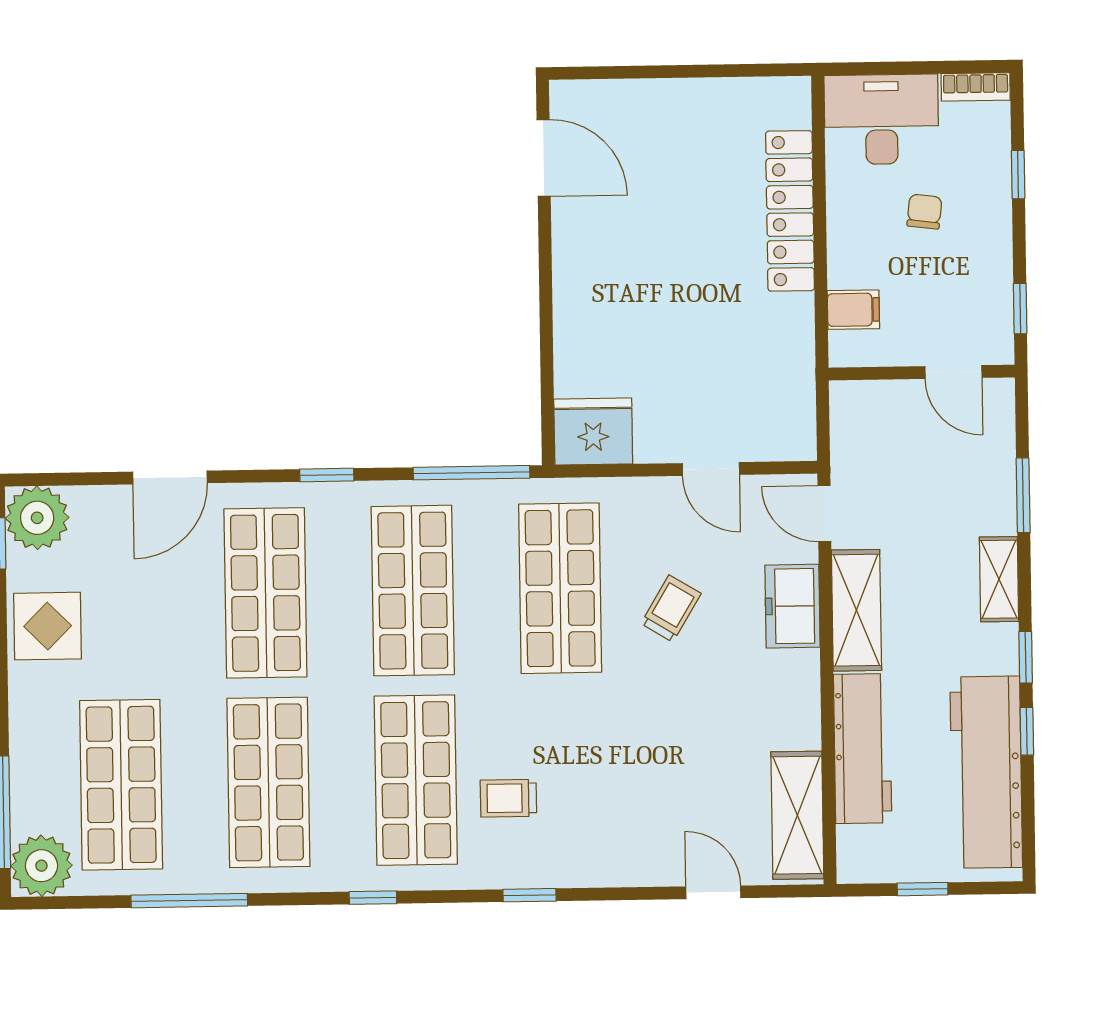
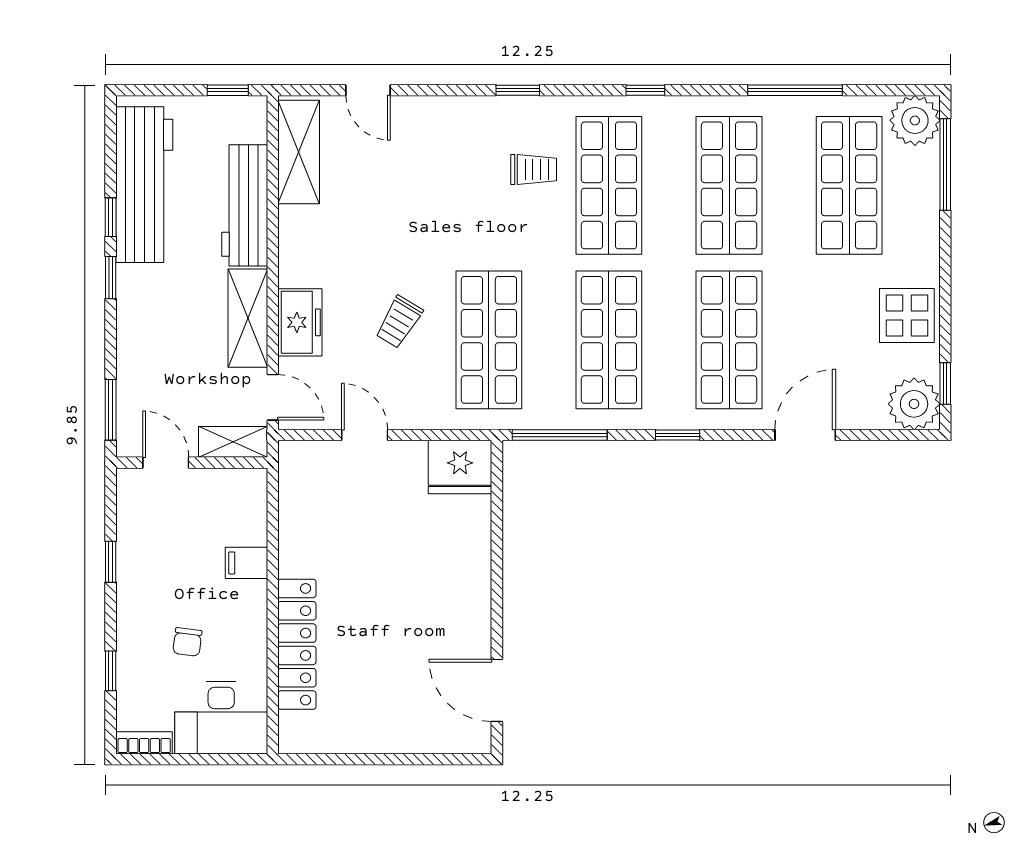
door: (953, 372) -> (166, 463), moved
wall: (922, 373) -> (192, 463), moved
shelving: (999, 579) -> (233, 442), moved, turned 90
window: (923, 889) -> (228, 90), moved

